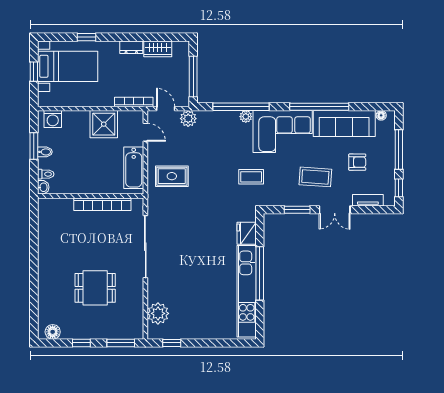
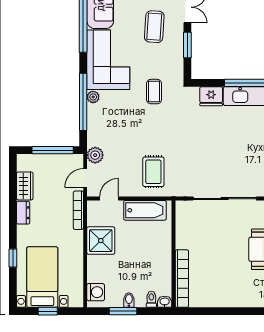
bookcase: (102, 204) -> (182, 279), moved

